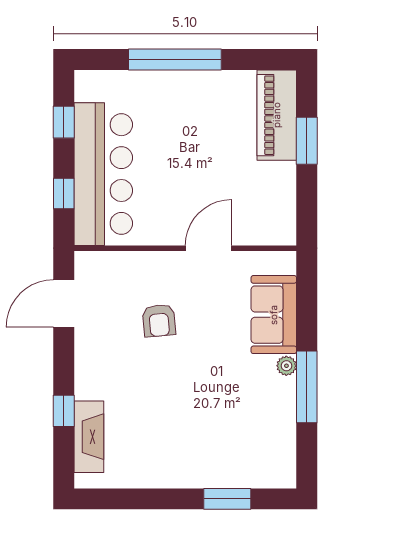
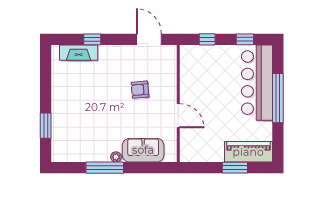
bar counter: (103, 174) -> (257, 83), moved, turned 90

